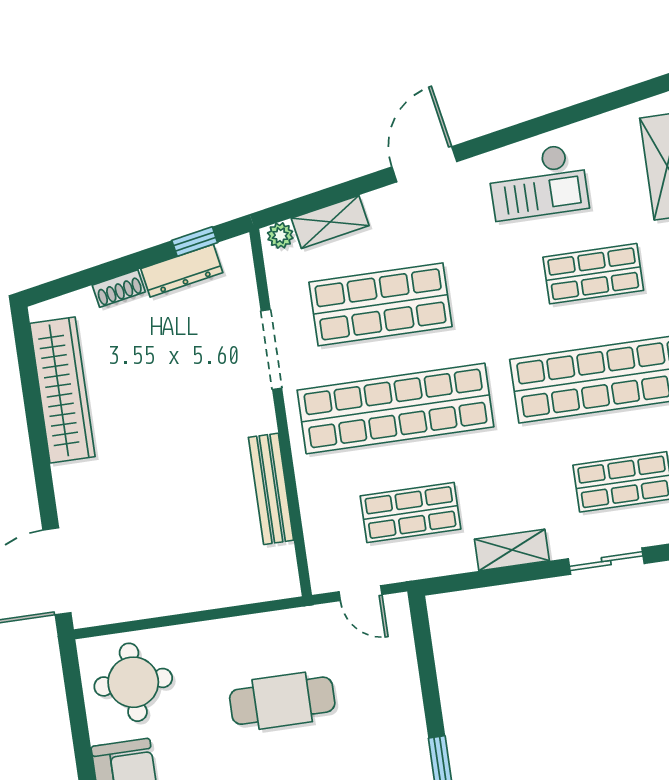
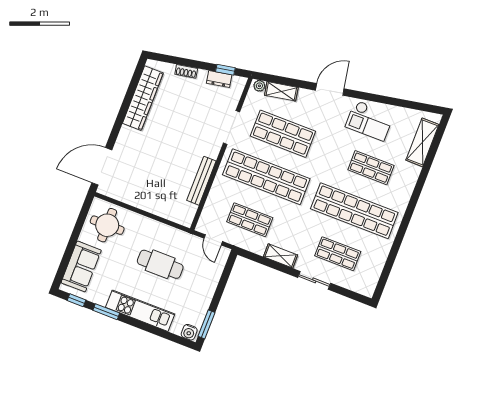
dresser: (182, 271) -> (219, 79), width x0.70

